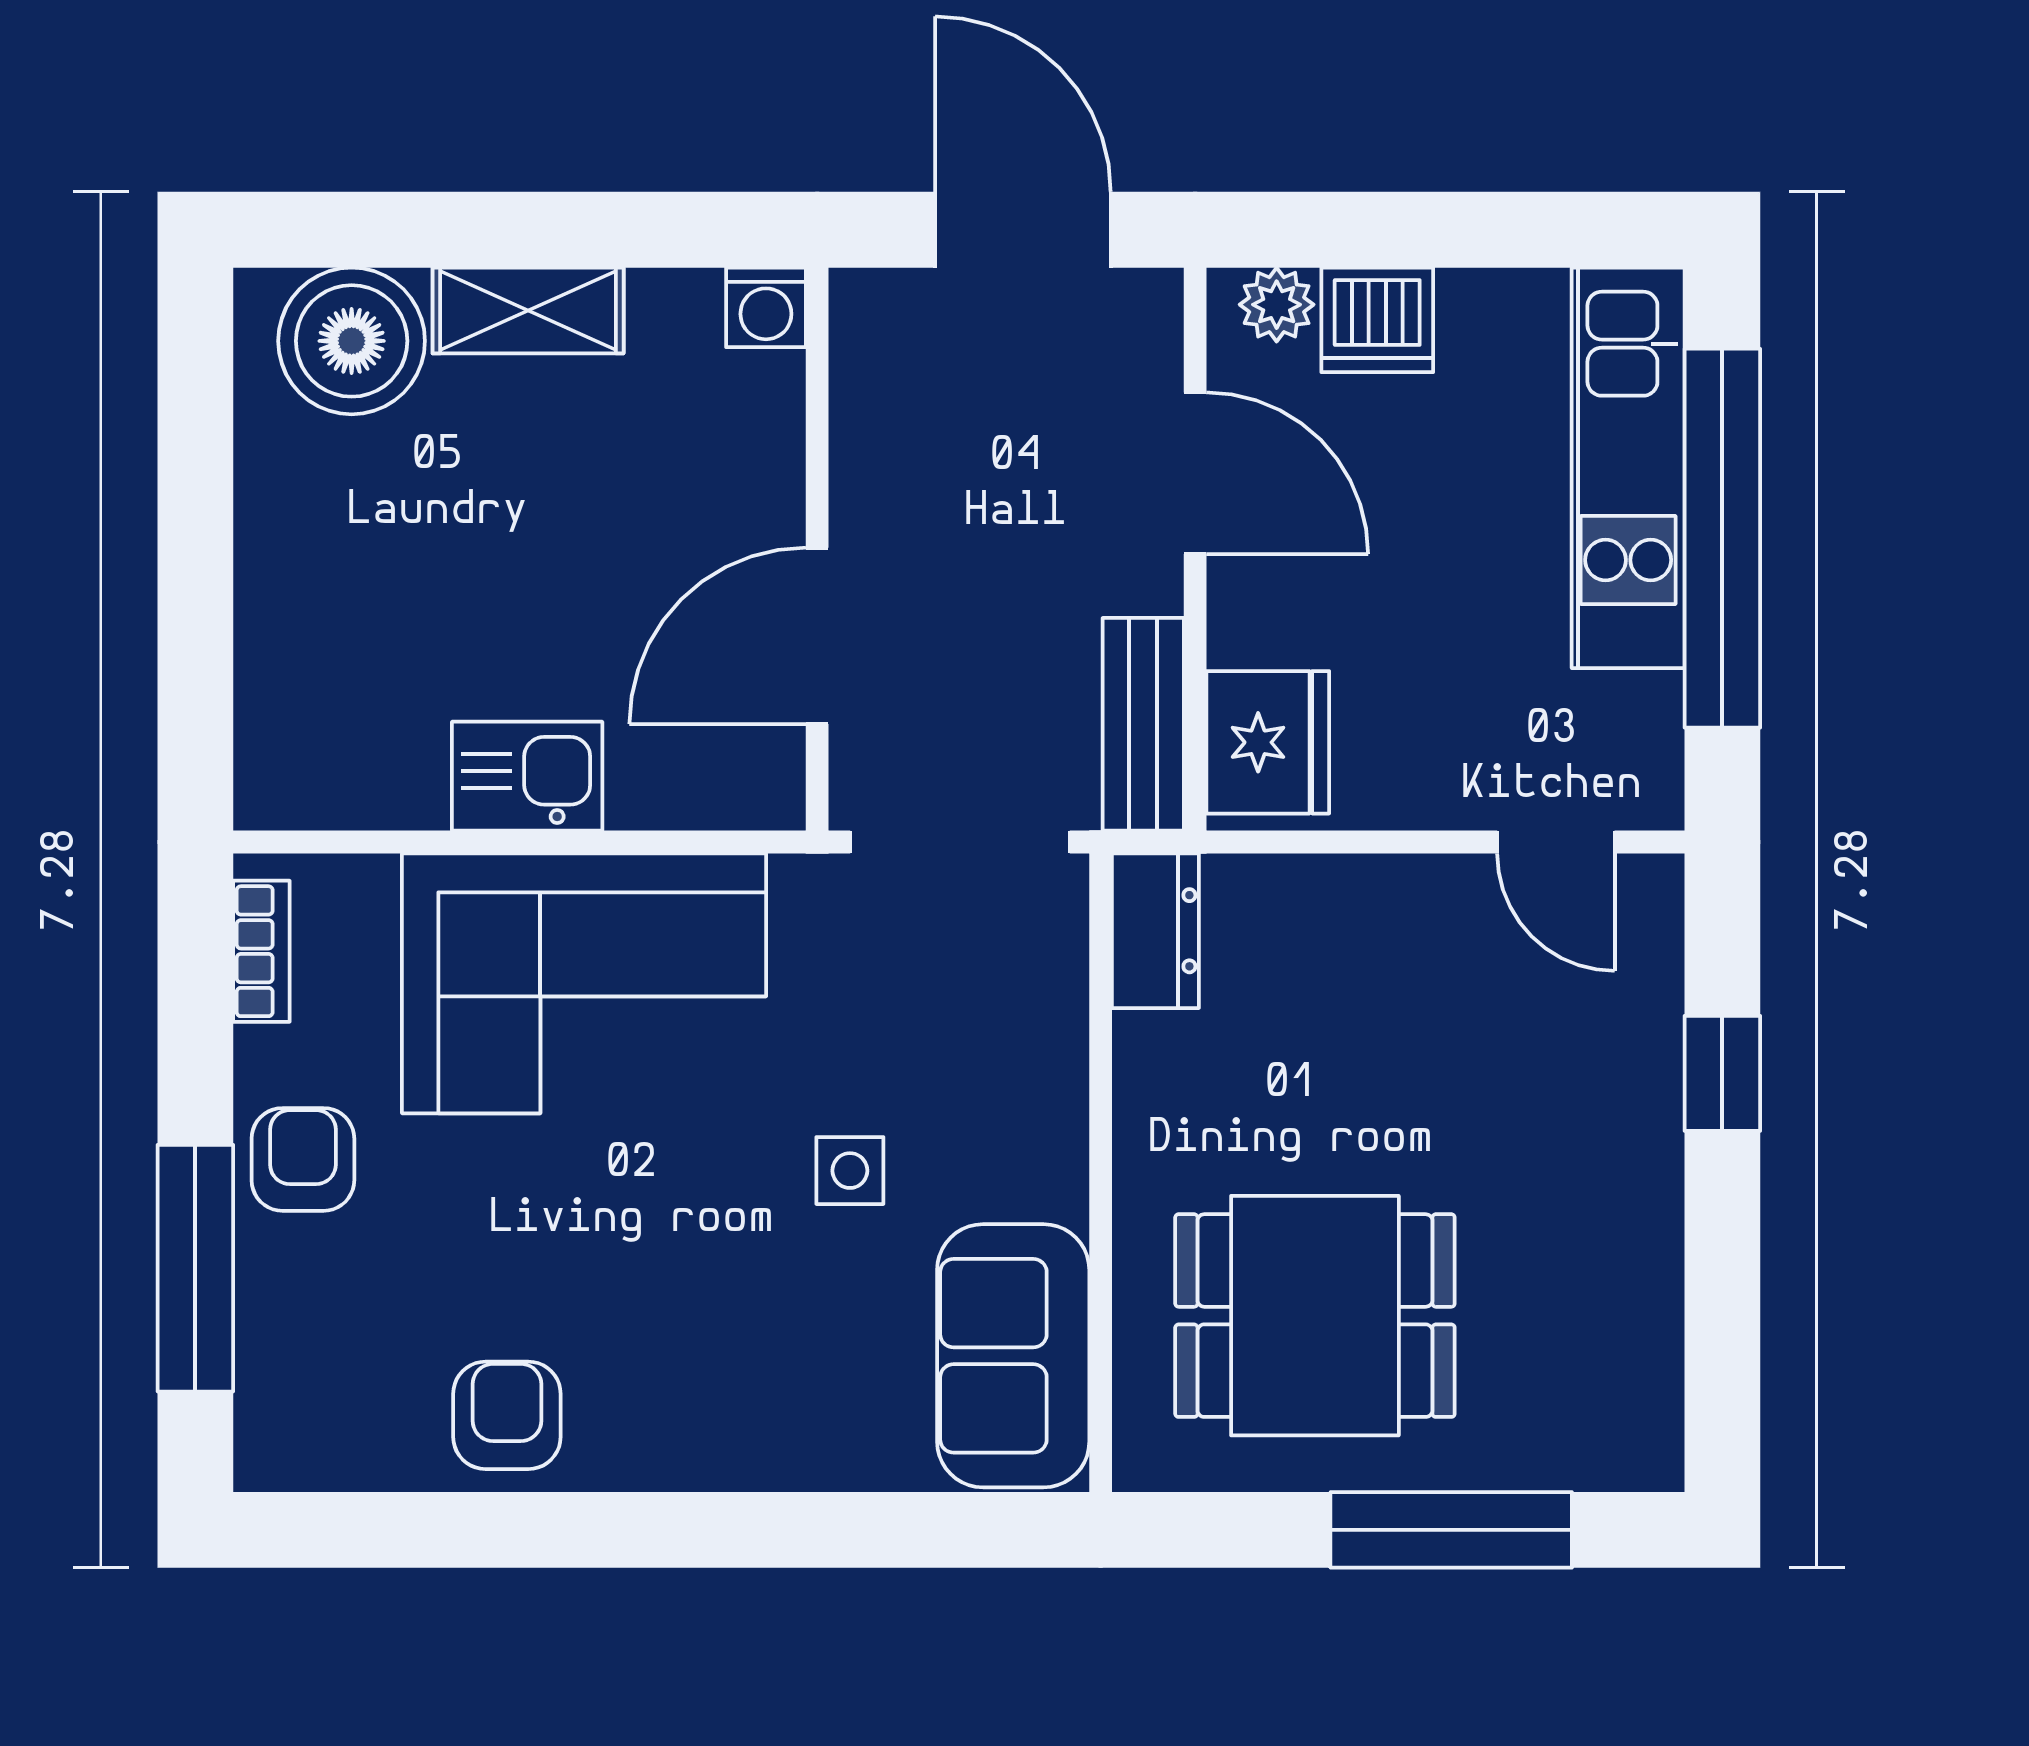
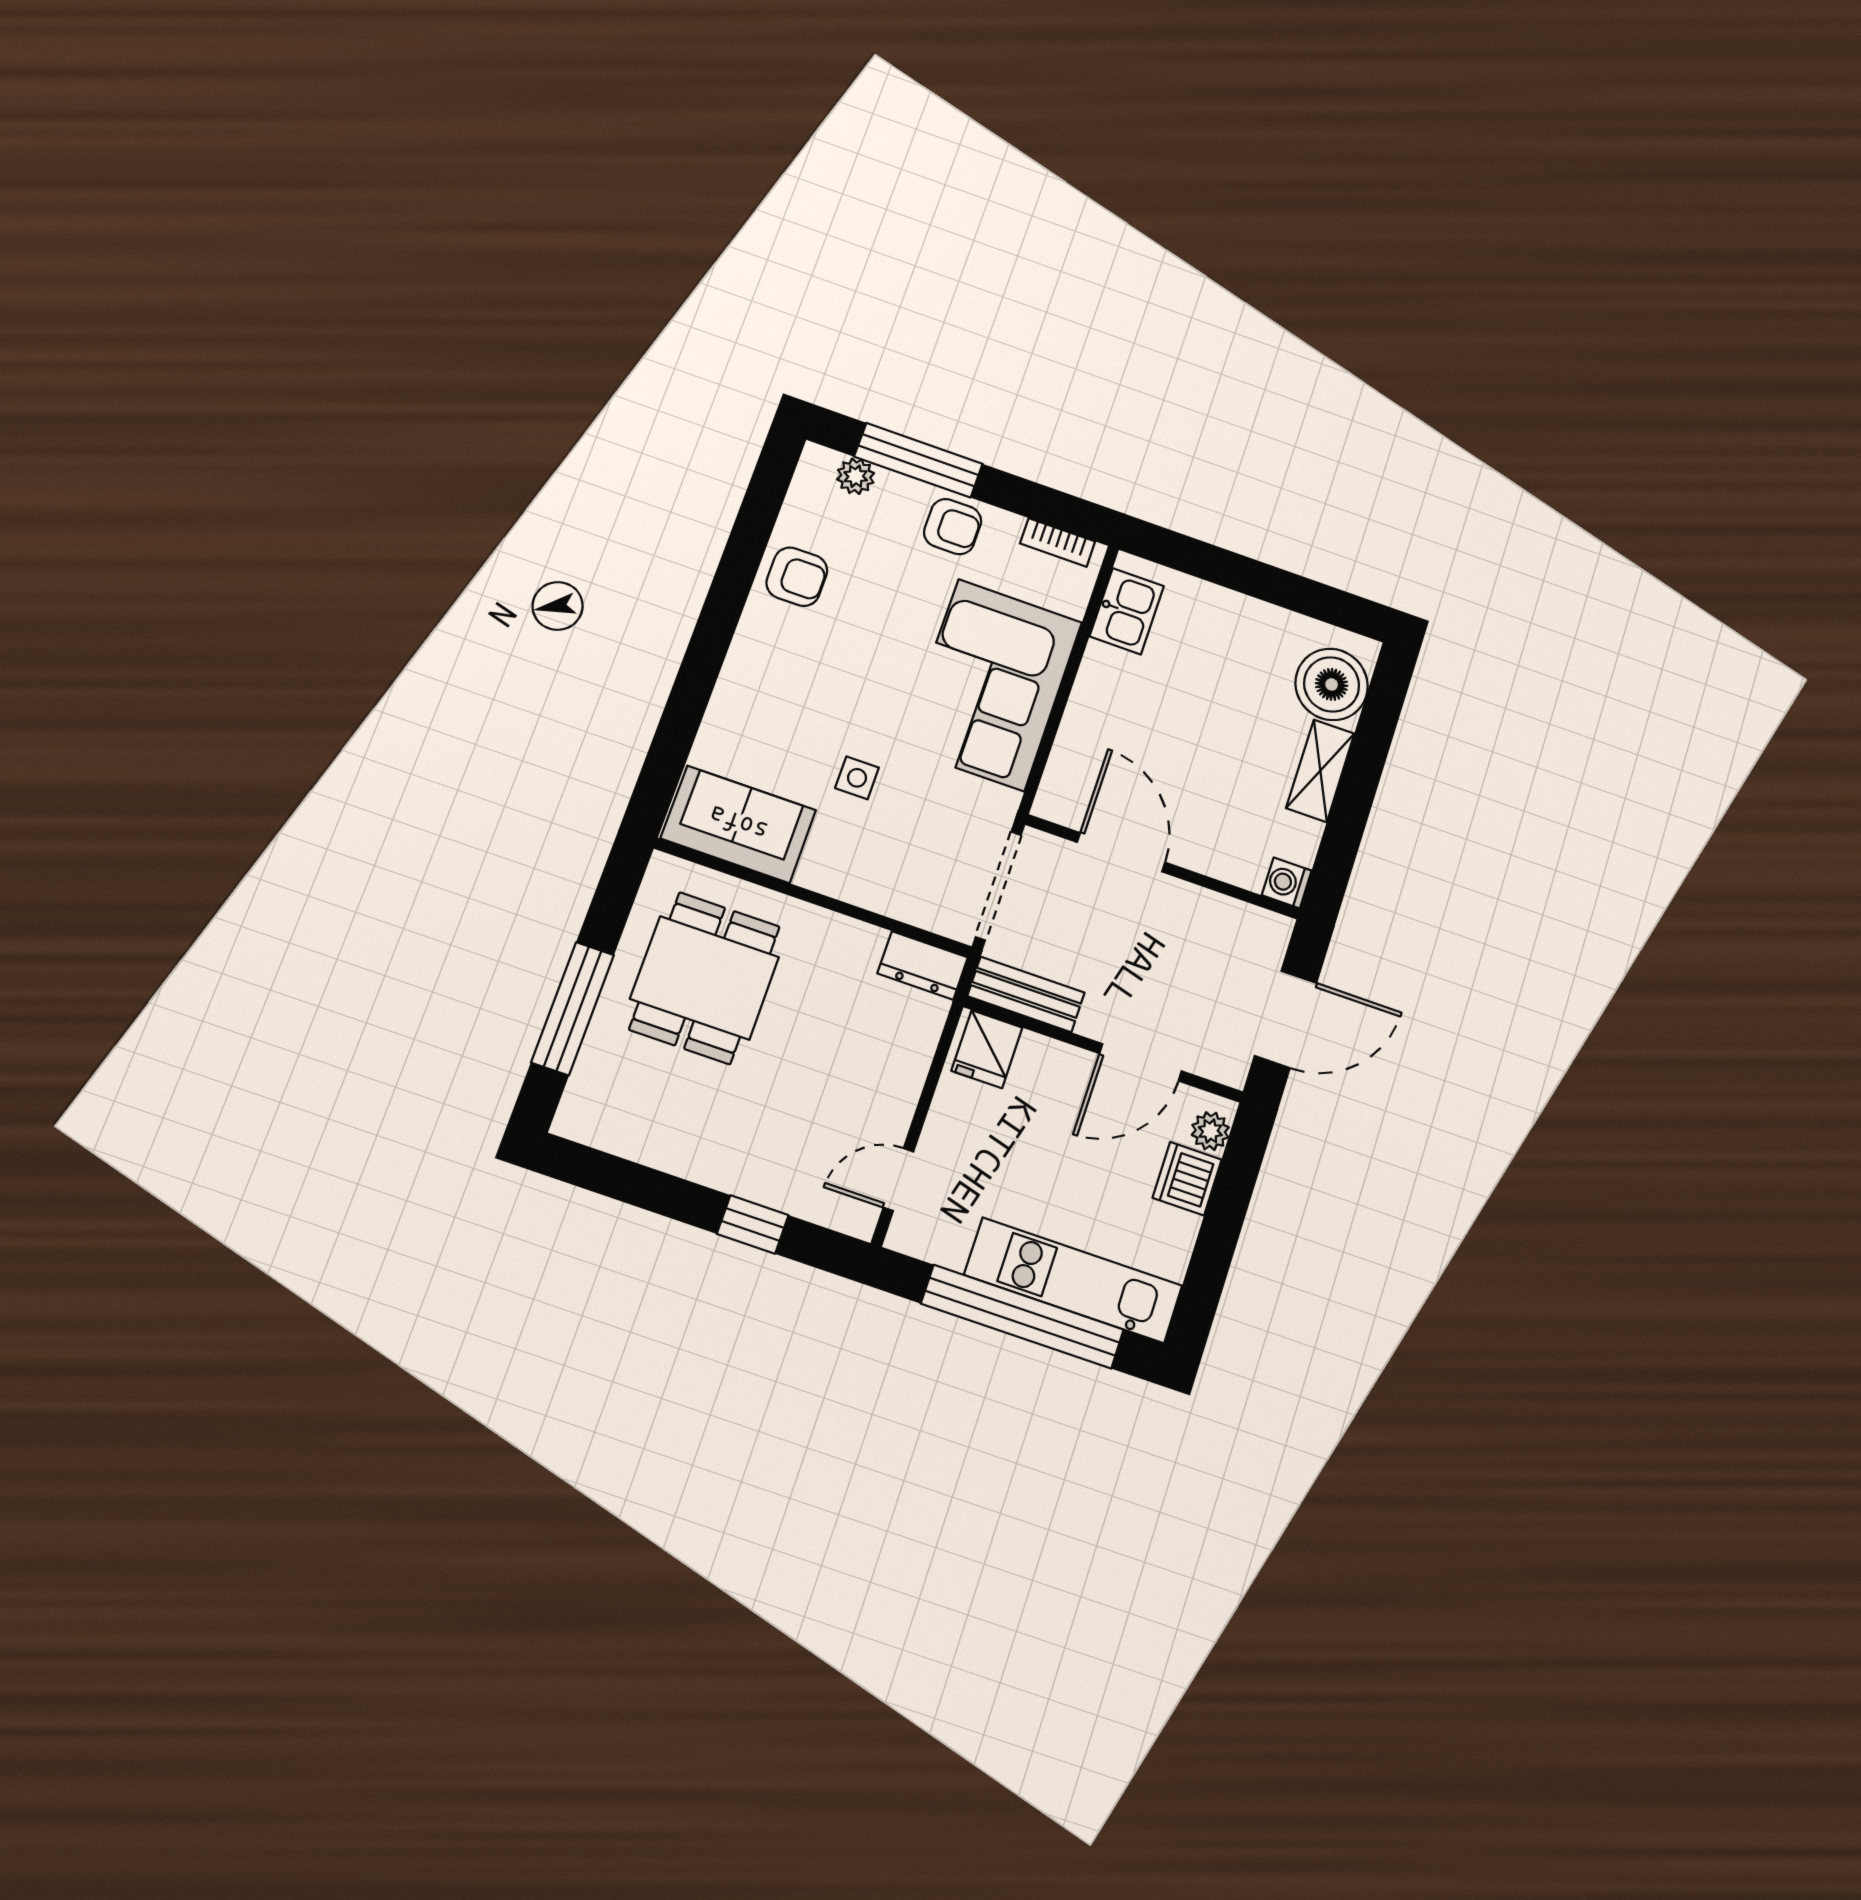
fridge: (1268, 742) -> (987, 1049), width x0.72
kitchen sink: (527, 776) -> (1127, 611), moved
plant: (271, 1375) -> (856, 476), added

